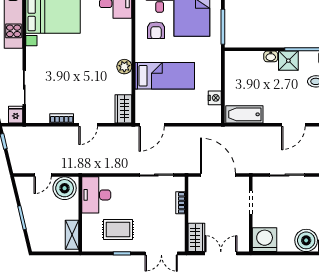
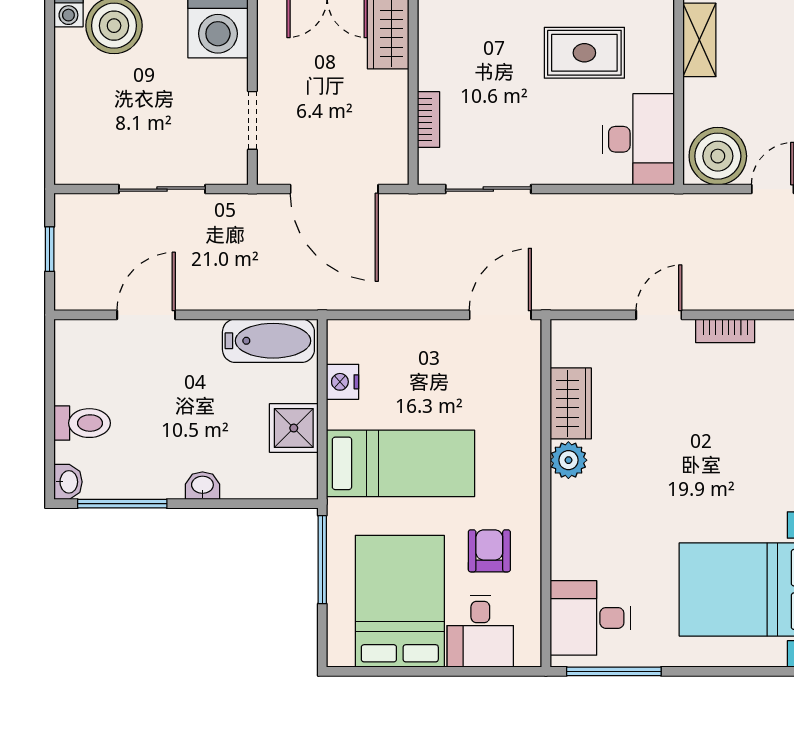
shower: (288, 61) -> (294, 428), moved
bed: (165, 76) -> (401, 463), moved, turned 180
wardrobe: (123, 109) -> (571, 403), moved

